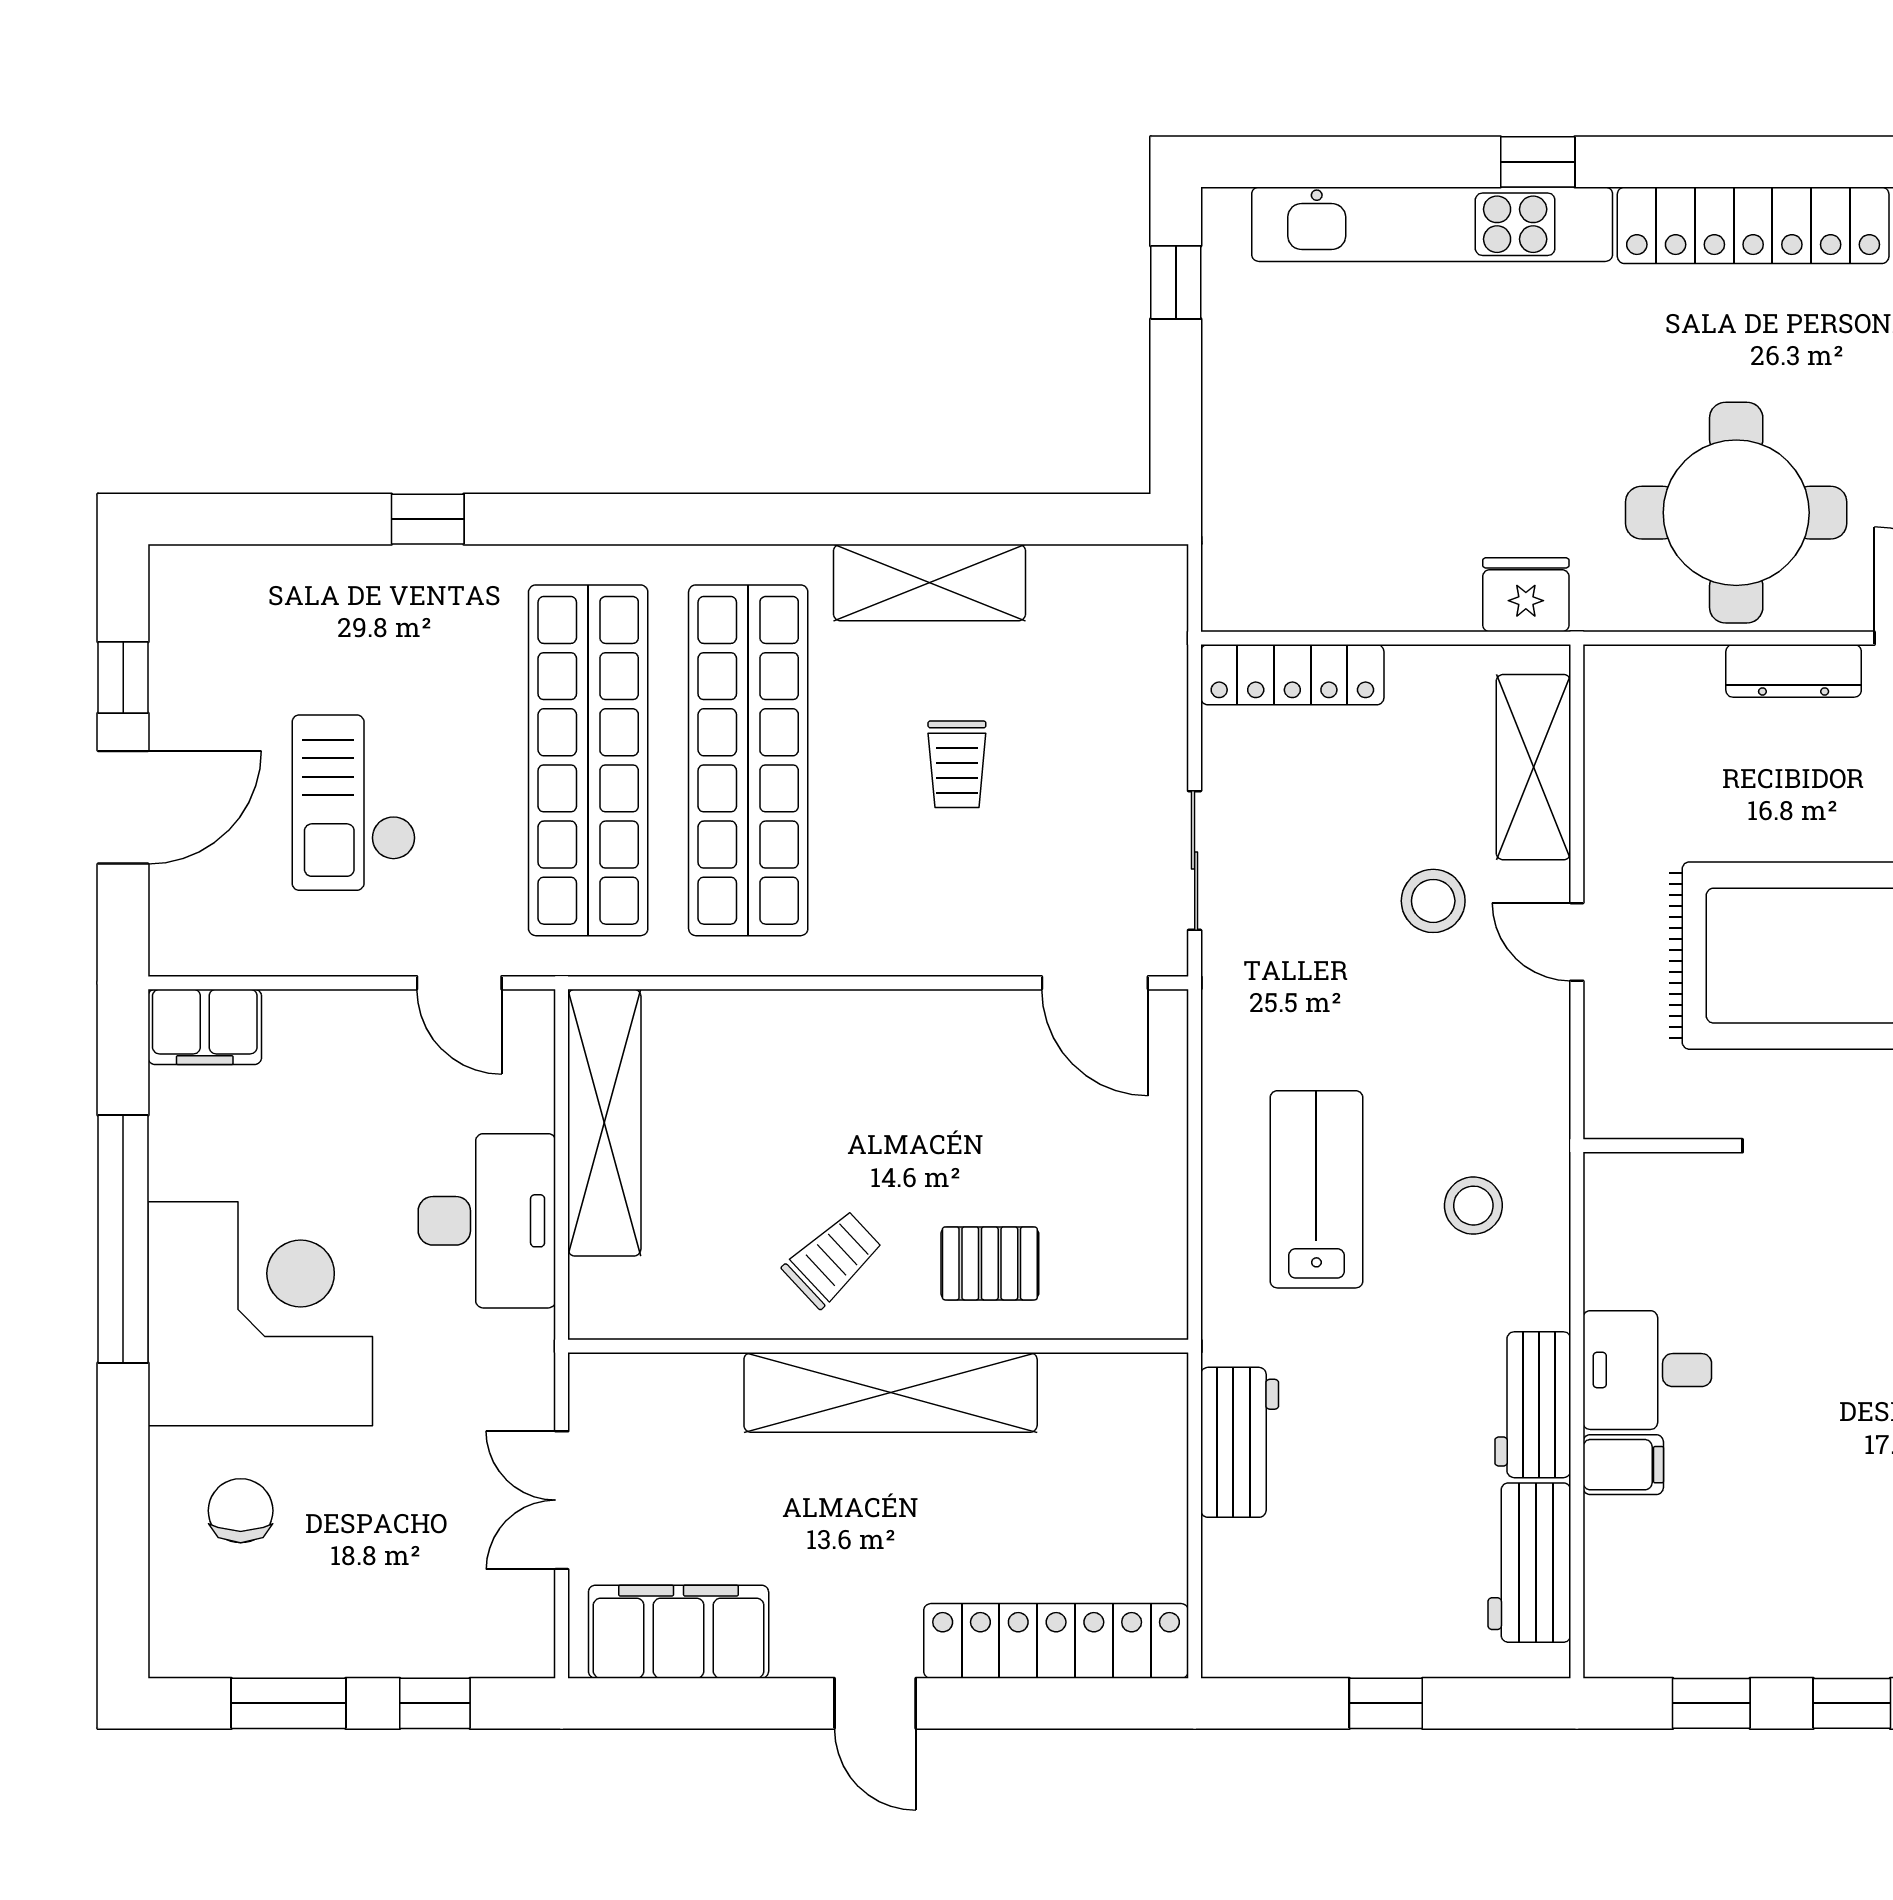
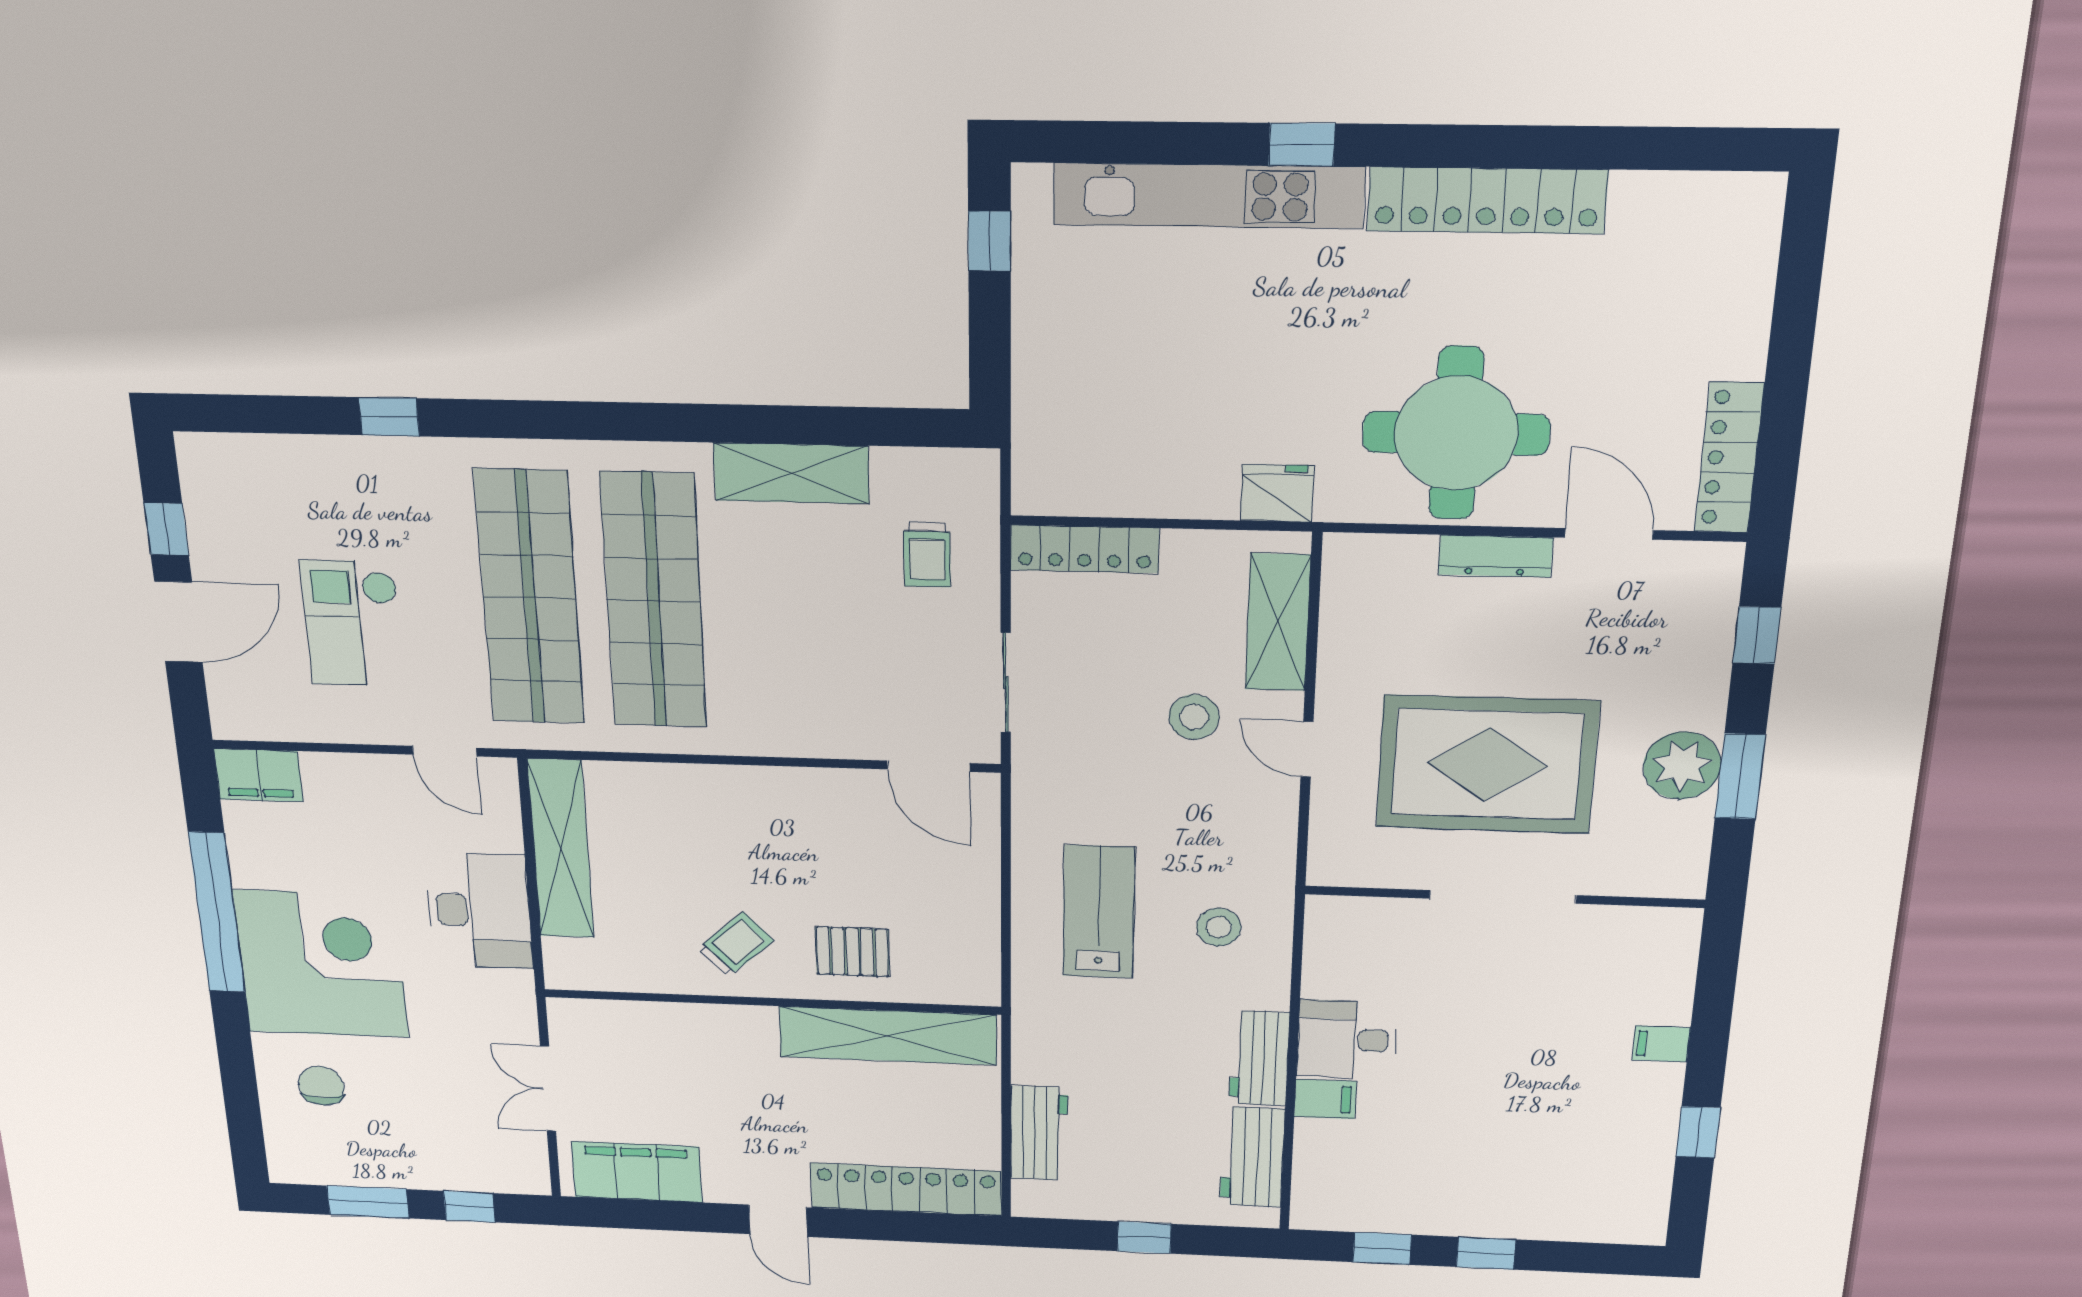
trolley: (957, 764) -> (927, 555), moved
shelving: (891, 1392) -> (888, 1036), moved
workbench: (1240, 1442) -> (1039, 1133), moved

